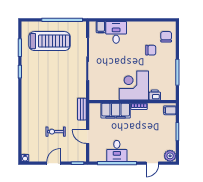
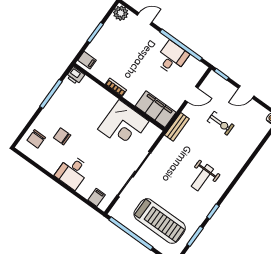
desk: (116, 32) -> (73, 172), moved
treadmill: (49, 41) -> (160, 221), turned 180
corner desk: (134, 86) -> (123, 125), moved
weight bench: (42, 88) -> (202, 178), added
printer: (155, 95) -> (75, 76), moved
filing cabinet: (116, 111) -> (156, 109), moved
door: (88, 137) -> (192, 94), hinge flipped

